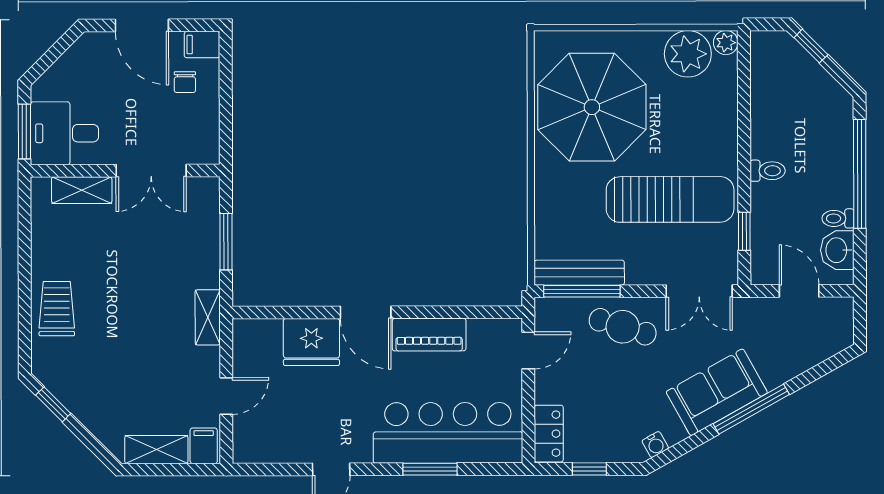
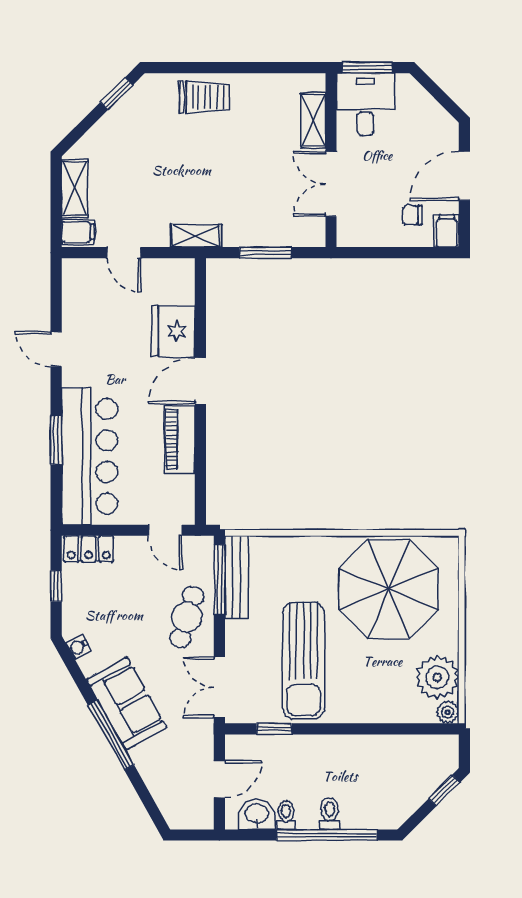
toilet: (768, 171) -> (330, 814), moved, turned 180

